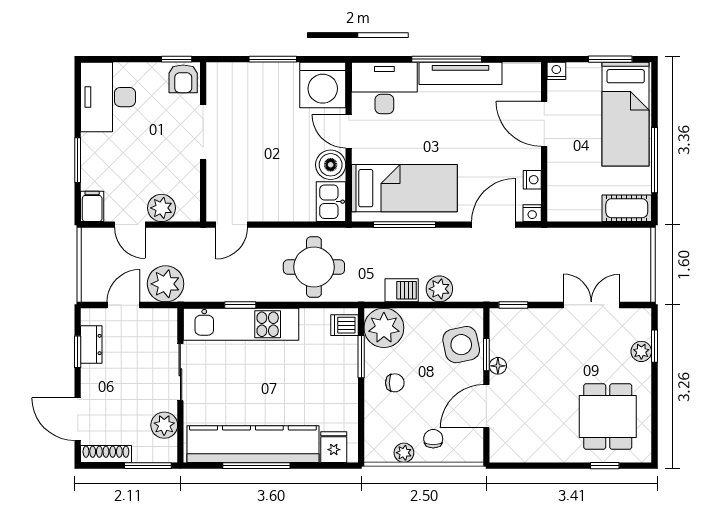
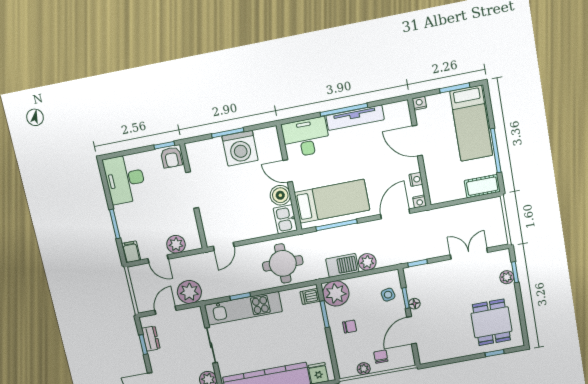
washing machine: (323, 85) -> (240, 148), moved
barbecue: (402, 290) -> (342, 266), width x1.38, depth x1.27
side table: (461, 345) -> (388, 295), width x0.54, depth x0.54

